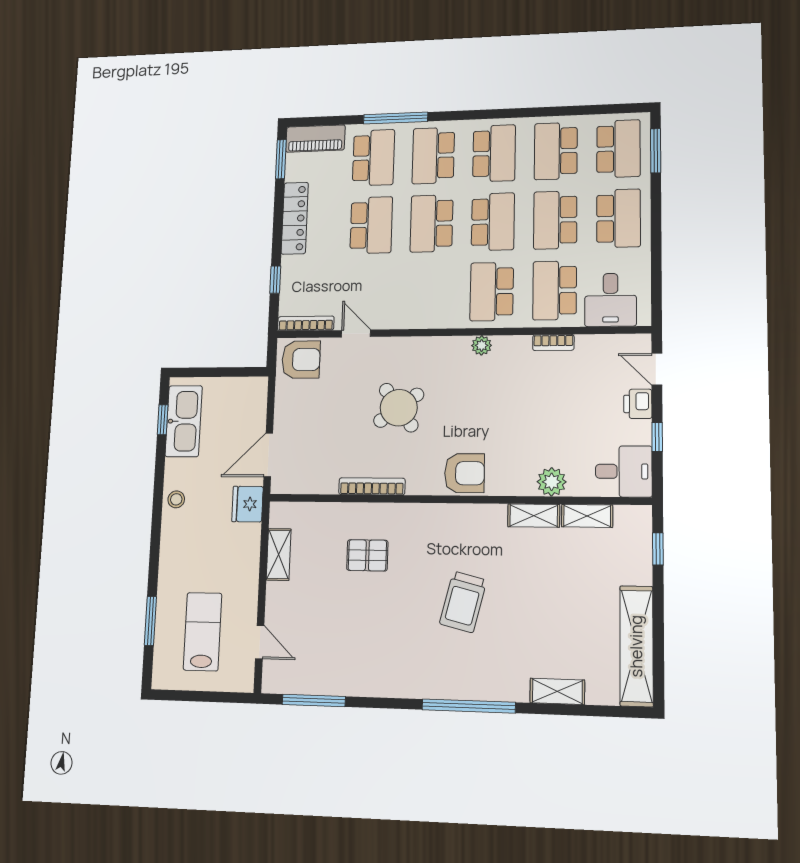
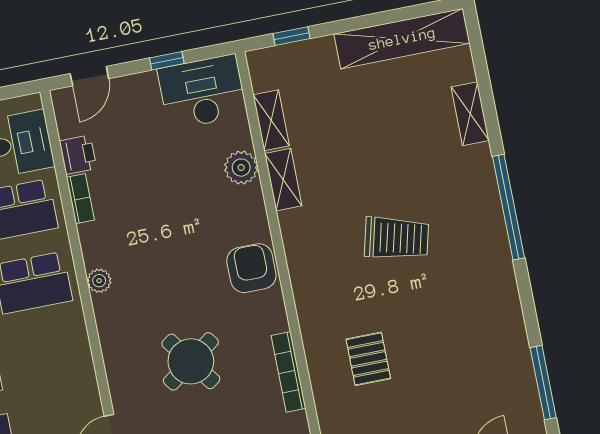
printer: (638, 404) -> (78, 155), moved, turned -90
desk: (624, 471) -> (202, 92), width x1.37

